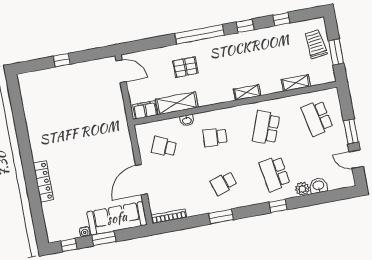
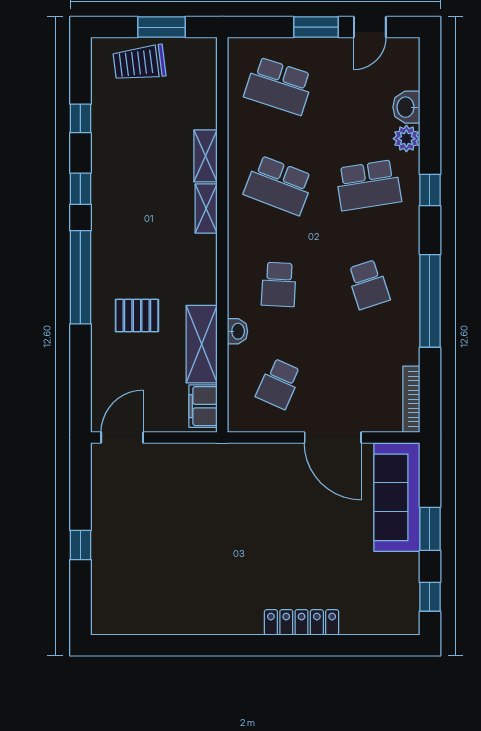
pallet: (185, 67) -> (137, 316), turned 90
shelving: (296, 83) -> (205, 156), moved
school desk: (317, 118) -> (279, 86), turned 30
window: (221, 216) -> (430, 301), width x2.11
water cooler: (85, 232) -> (411, 563), removed

